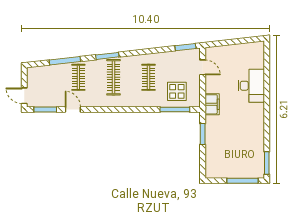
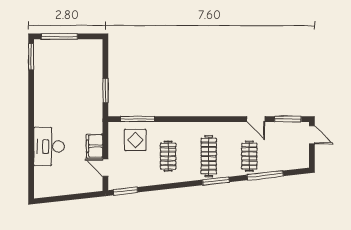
filing cabinet: (212, 104) -> (95, 146), moved

